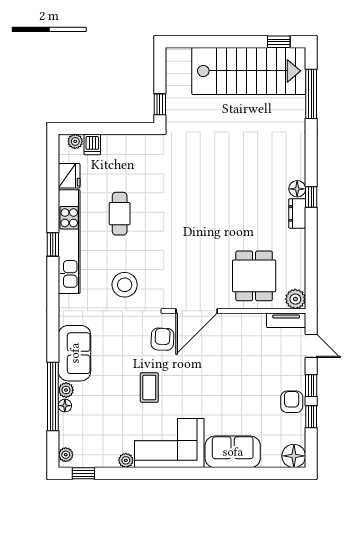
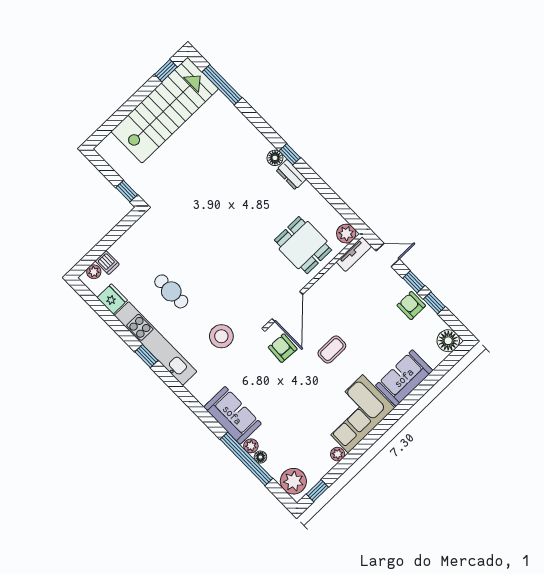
coffee table: (149, 388) -> (332, 350), moved, turned 90
plant: (66, 455) -> (293, 481), width x1.88, depth x1.88

